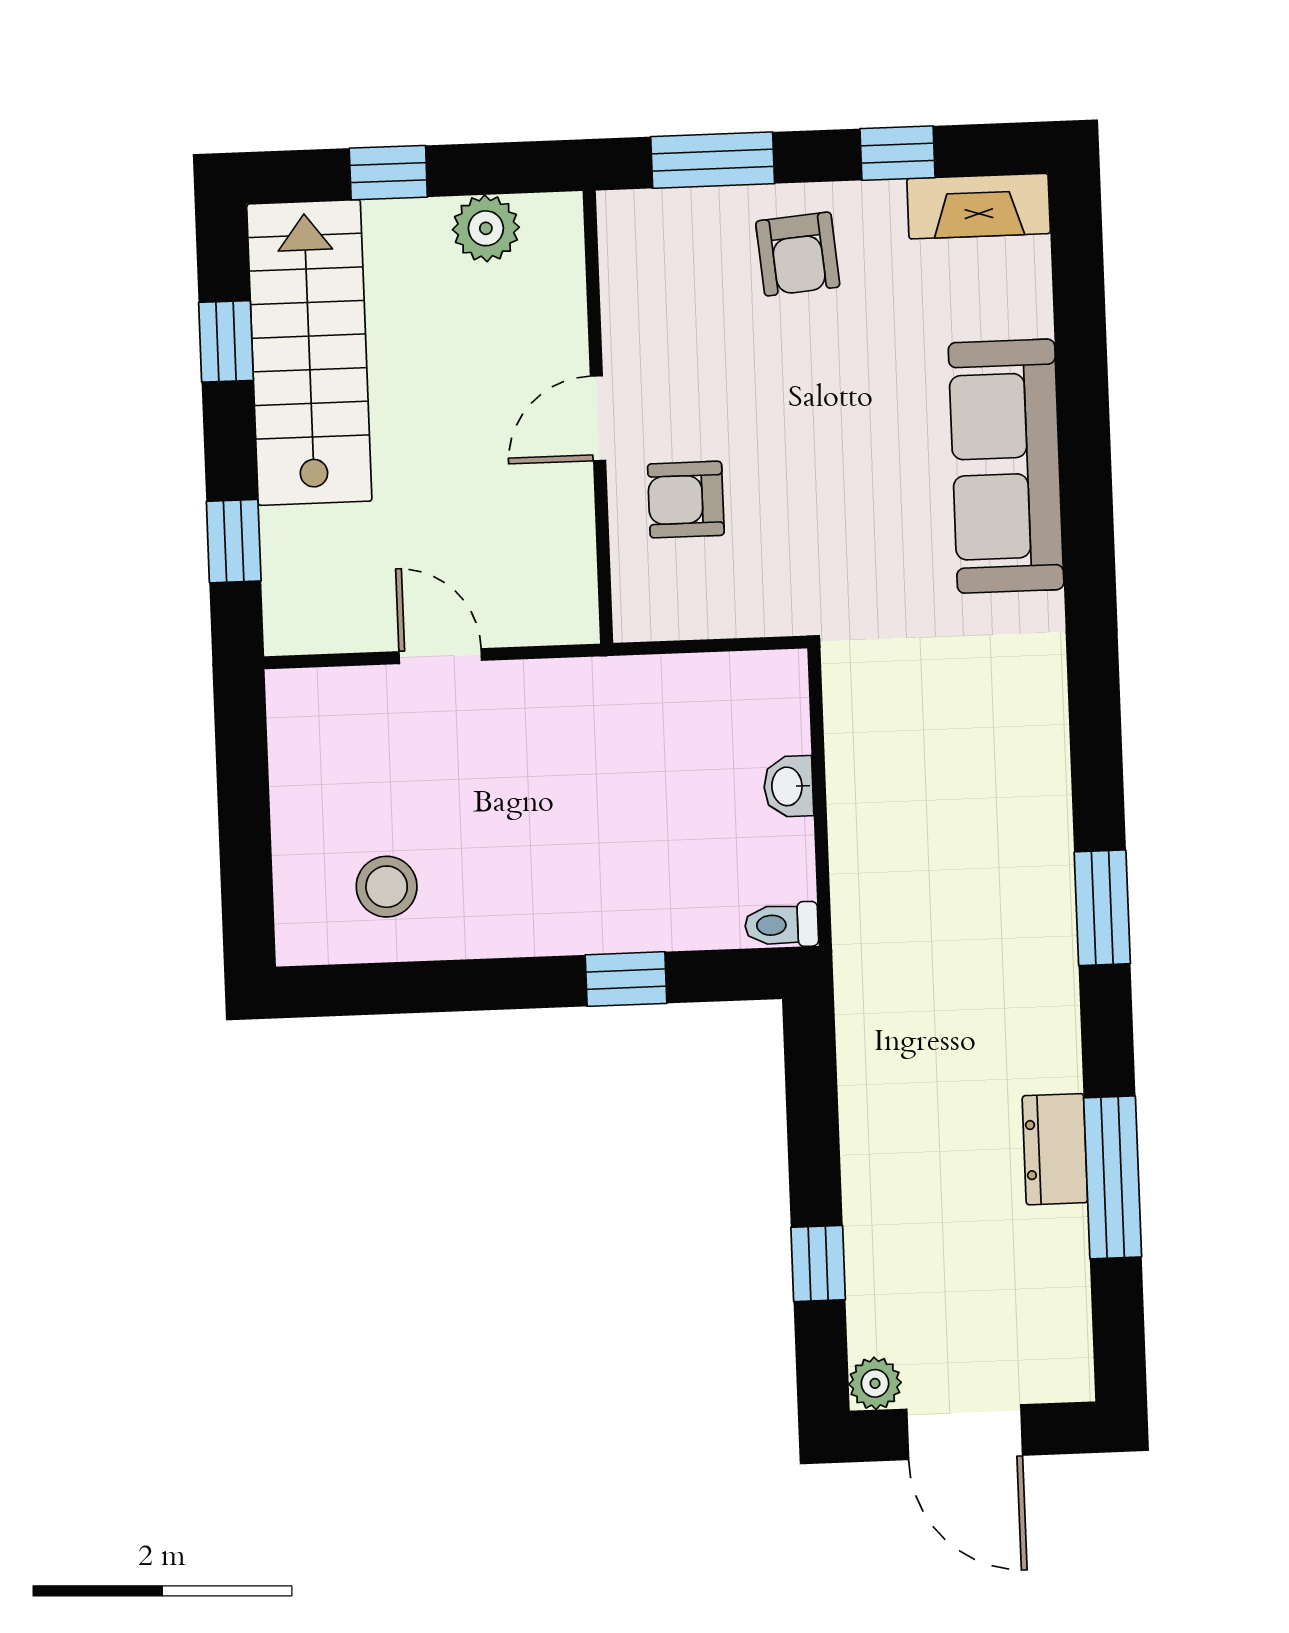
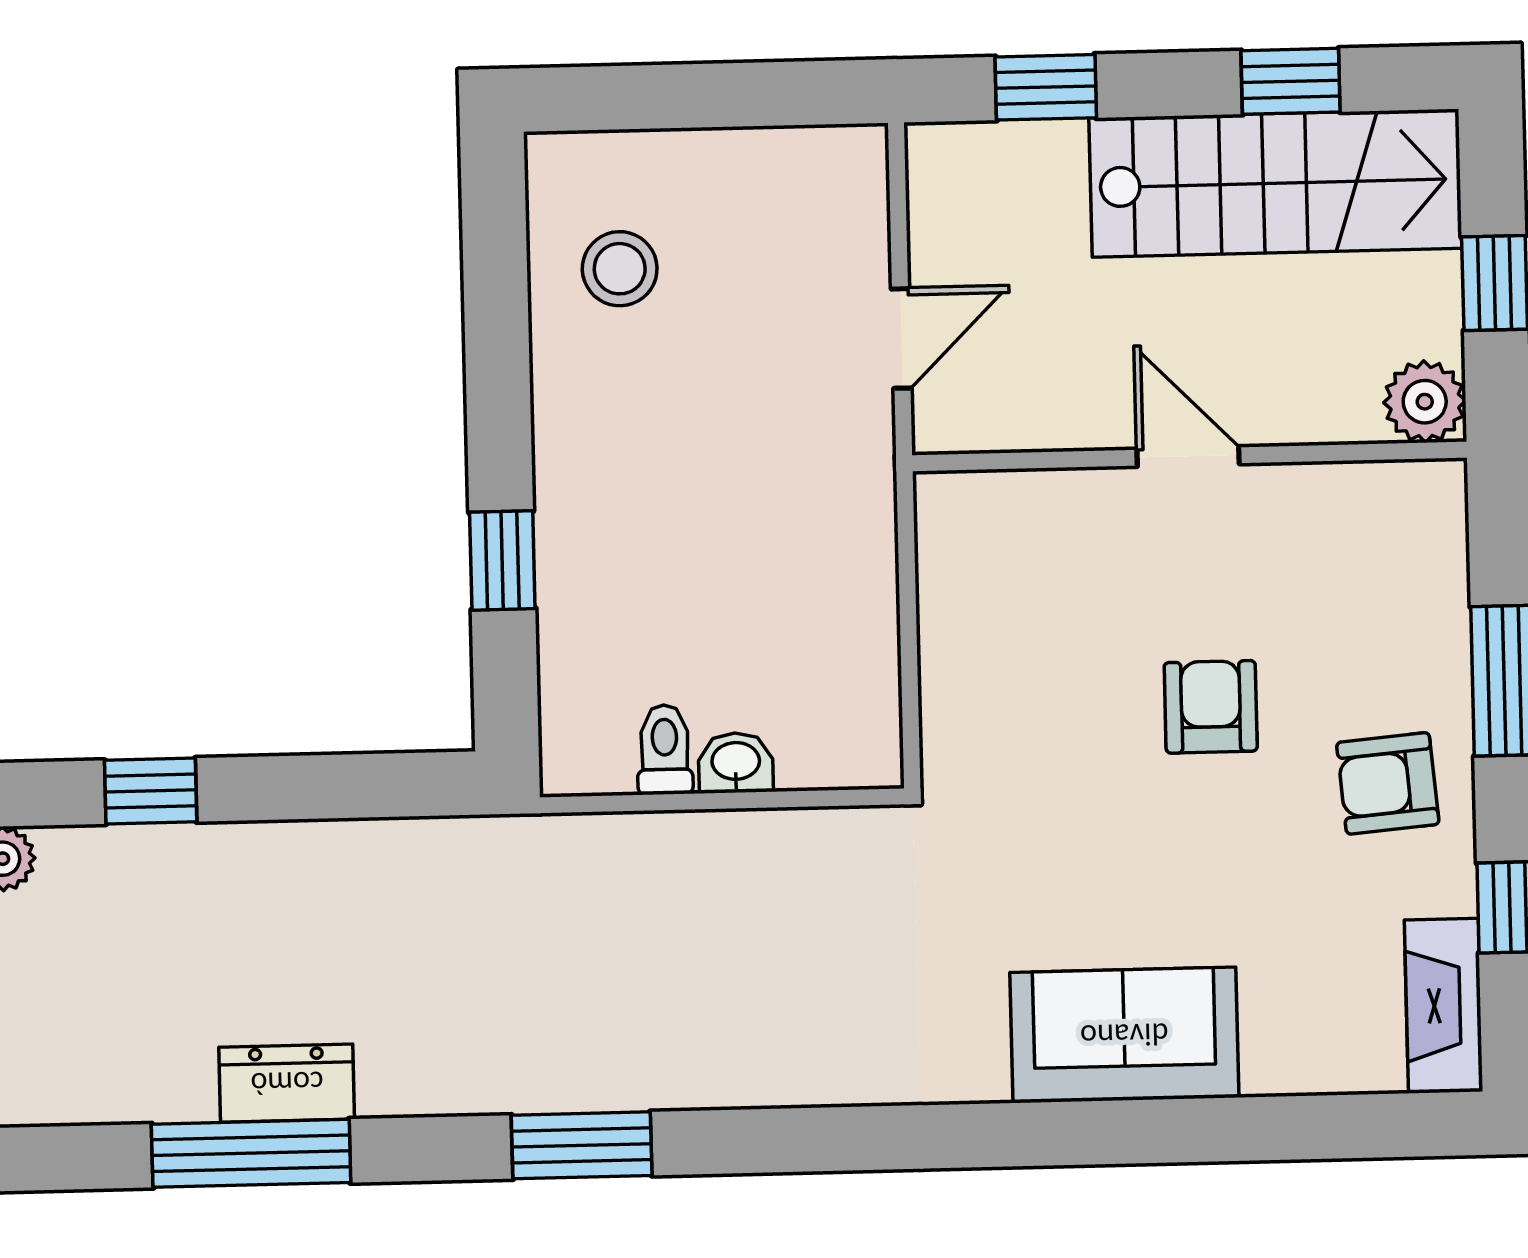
wall: (598, 417) -> (1190, 456), moved
door: (598, 418) -> (1188, 456), moved
sofa: (1006, 466) -> (1124, 1035), width x0.73
armchair: (686, 500) -> (1211, 707), moved
toilet: (782, 925) -> (665, 750), moved

